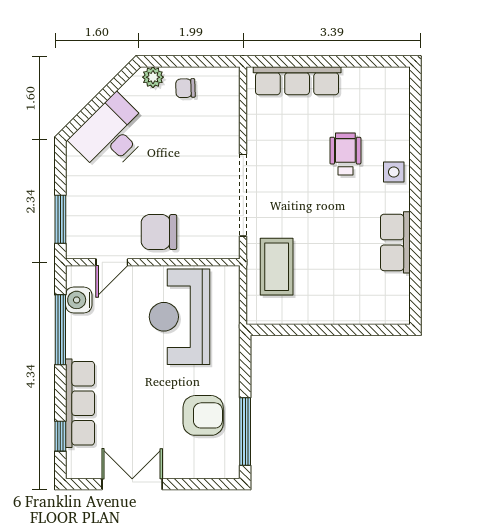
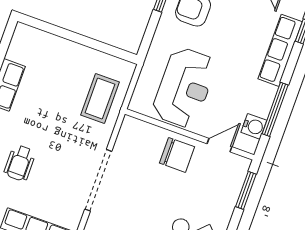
doorway: (243, 195) -> (98, 180), moved

